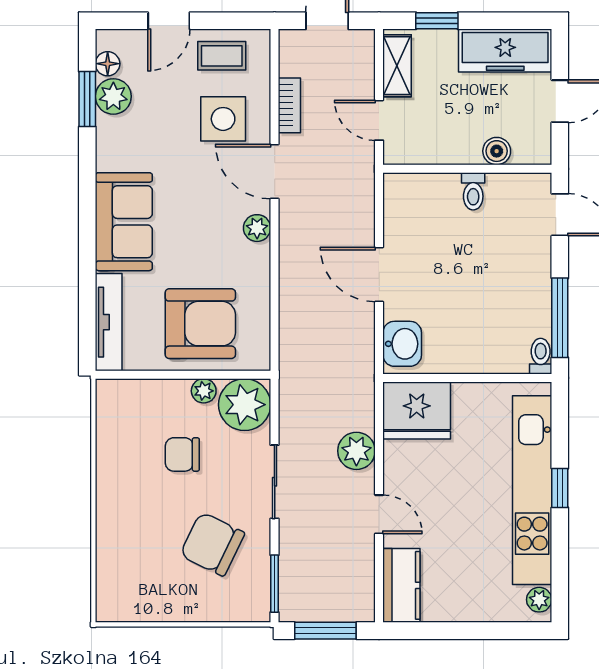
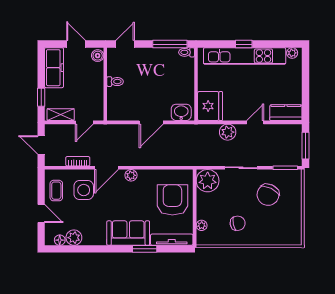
window: (87, 99) -> (145, 249), moved
boiler: (497, 151) -> (98, 56), moved
plant: (204, 391) -> (202, 225), moved
chair: (182, 454) -> (238, 223), moved, turned -100

